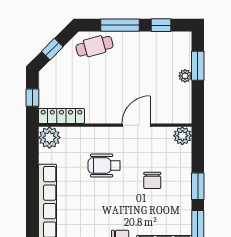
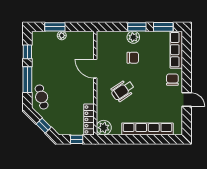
plant: (182, 136) -> (133, 37), moved
wheelchair: (104, 166) -> (123, 90), turned 56

